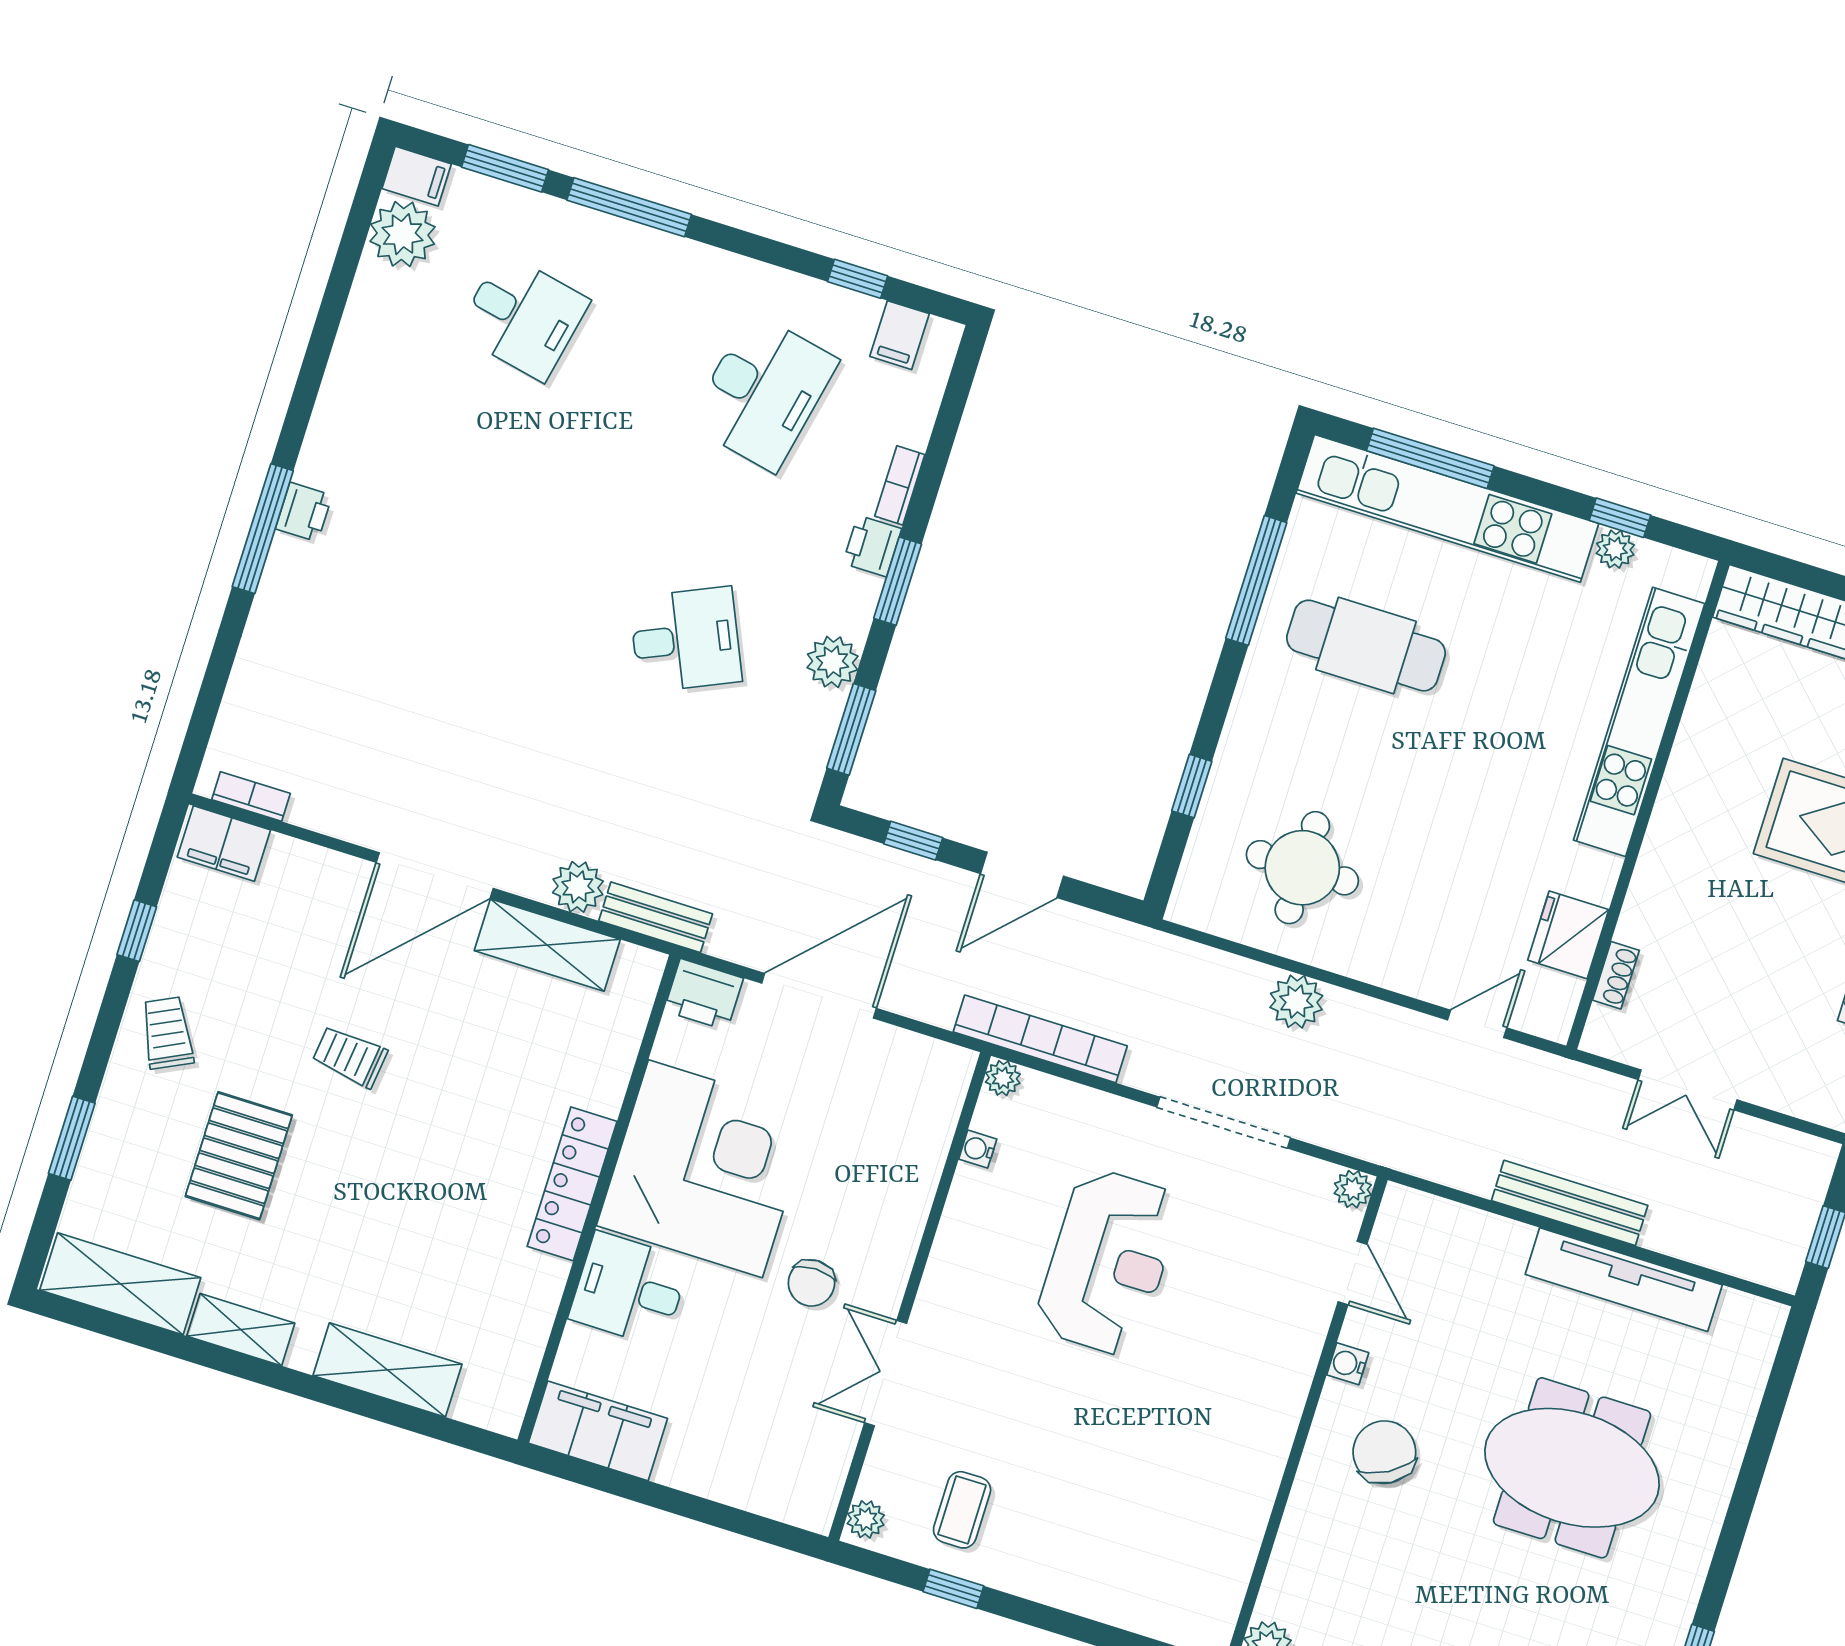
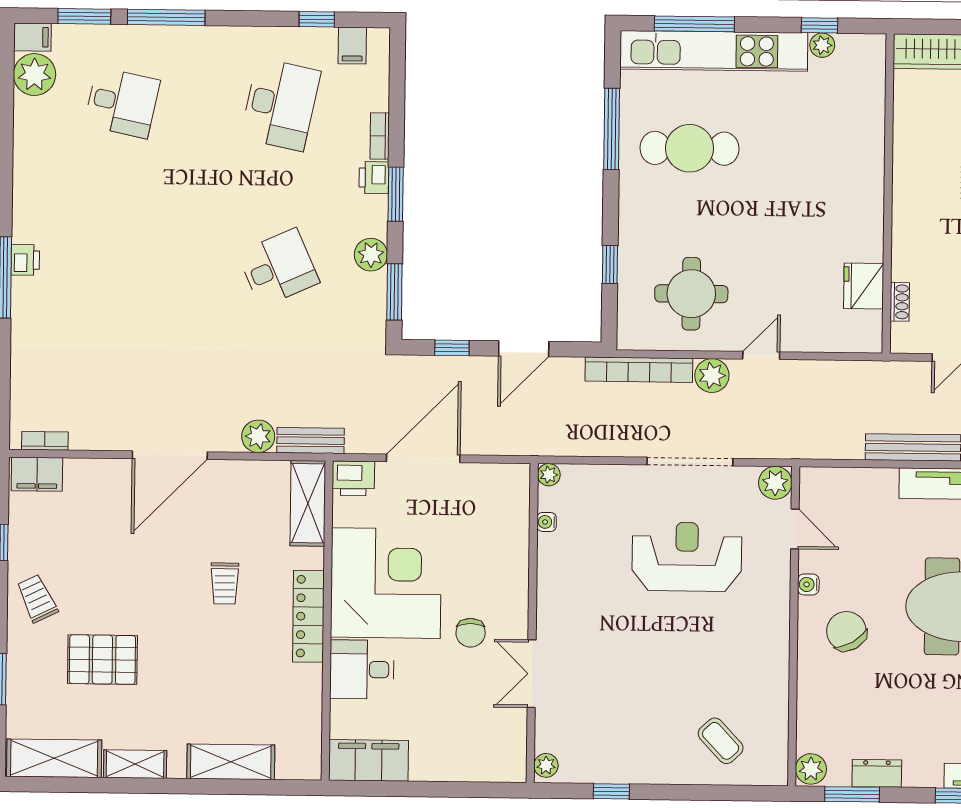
kitchen unit: (1639, 722) -> (868, 145), removed
shelving: (547, 945) -> (308, 503), moved, turned 90
door: (1477, 1024) -> (761, 355), moved
bookcase: (1040, 1039) -> (639, 370), moved, turned 180
trolley: (350, 1057) -> (225, 583), moved, turned -97
pallet: (239, 1156) -> (102, 660), turned 90
plant: (1353, 1189) -> (775, 483), width x1.38, depth x1.38
reception desk: (1108, 1262) -> (687, 557), moved, turned -90
coffee table: (962, 1510) -> (721, 741), moved, turned -43

